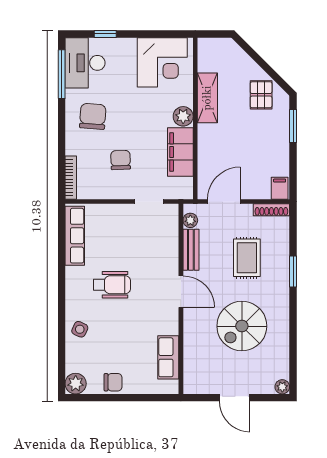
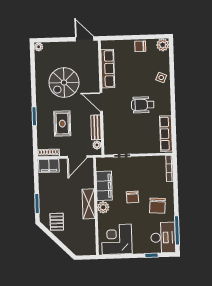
shelving: (207, 98) -> (89, 204), moved
chair: (121, 160) -> (132, 197), moved
filing cabinet: (280, 188) -> (49, 166), width x2.00
spiral stairs: (242, 326) -> (64, 82), turned 180
row of seats: (168, 357) -> (108, 69), width x1.48
door: (235, 398) -> (85, 39), moved

